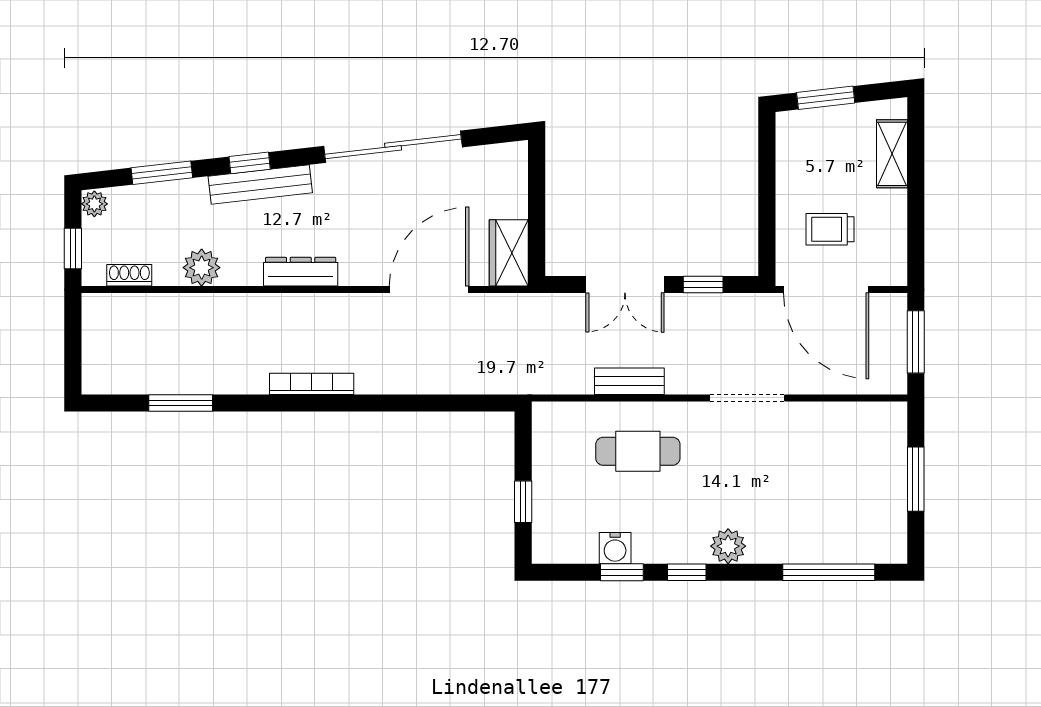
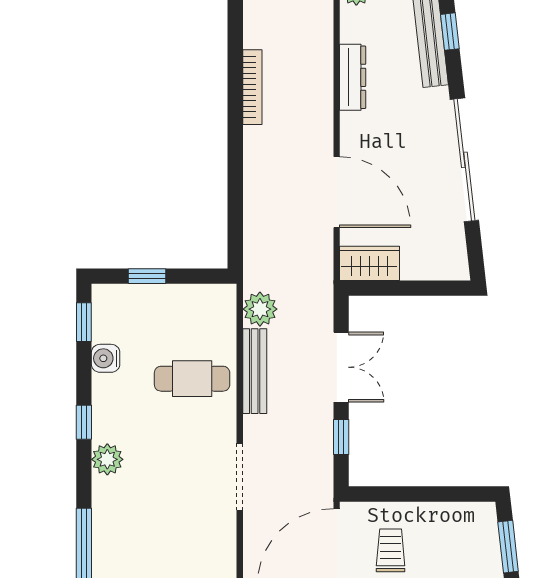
double door: (625, 285) -> (341, 367), swing flipped
plant: (560, 375) -> (260, 309), added
bench: (629, 381) -> (255, 371), width x1.36
cafe table: (638, 451) -> (192, 379), turned 90
window: (622, 572) -> (84, 322), moved

